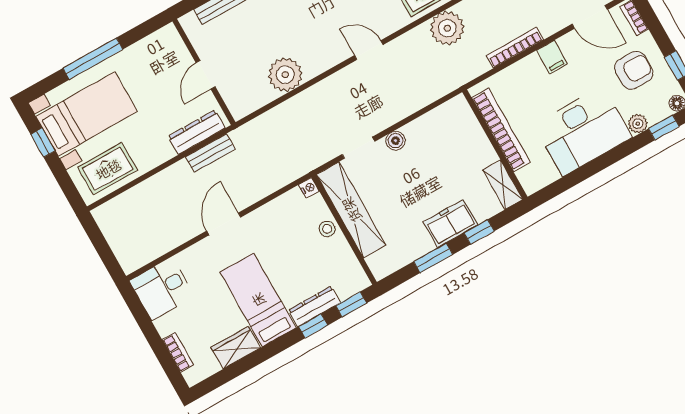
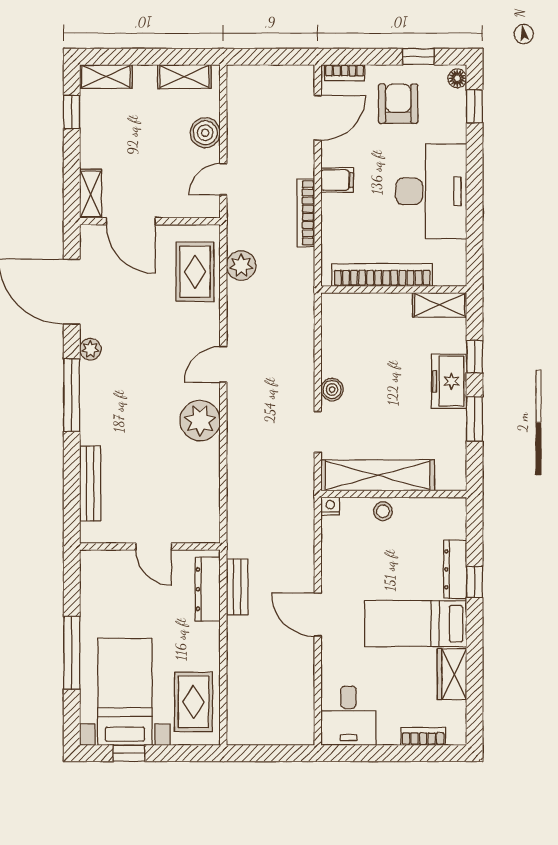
plant: (447, 28) -> (241, 266), width x0.73, depth x0.73
plant: (285, 75) -> (200, 421), moved
plant: (638, 124) -> (455, 131), removed
window: (351, 304) -> (475, 530), removed

